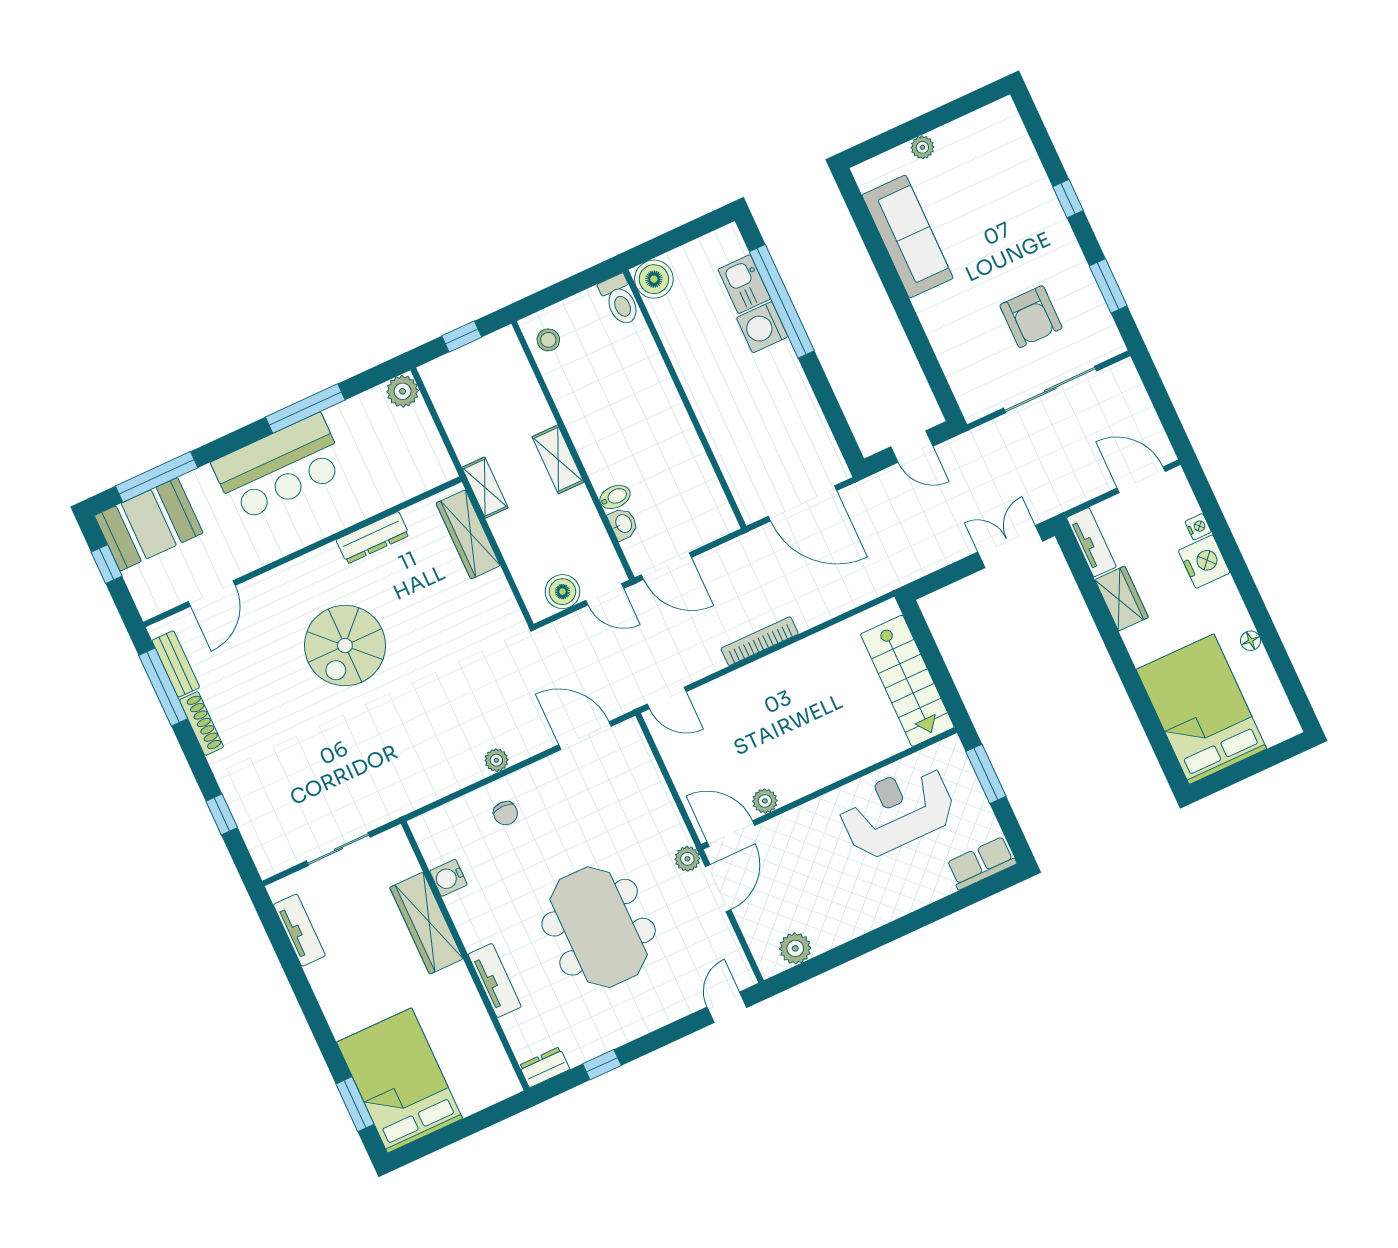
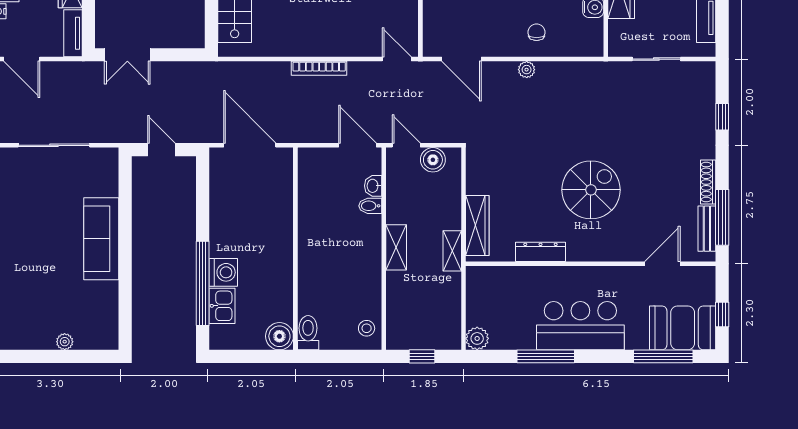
sofa: (907, 237) -> (101, 239), moved
armchair: (1031, 317) -> (45, 199), removed

